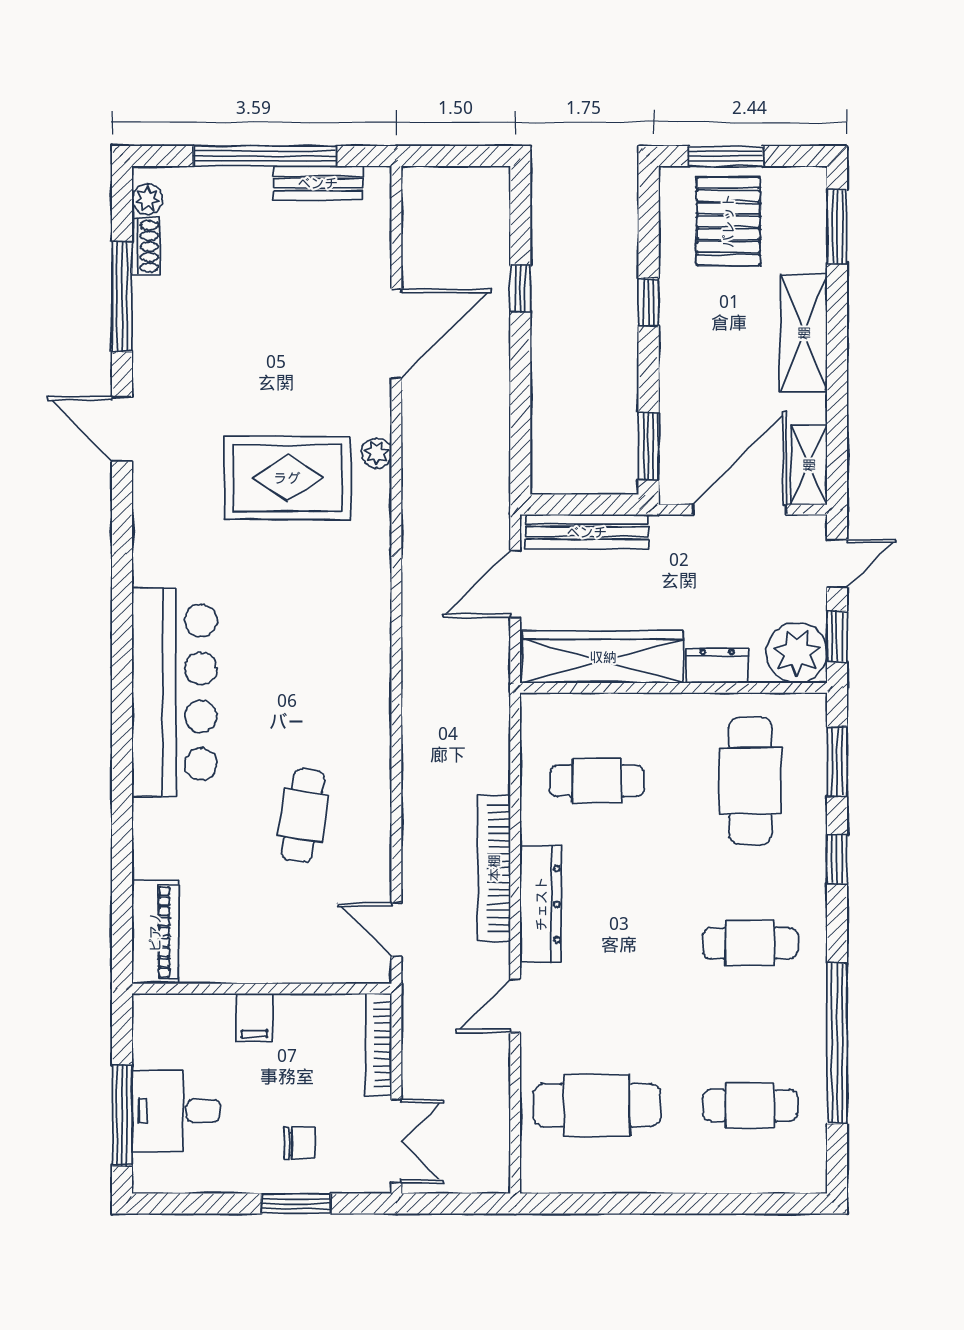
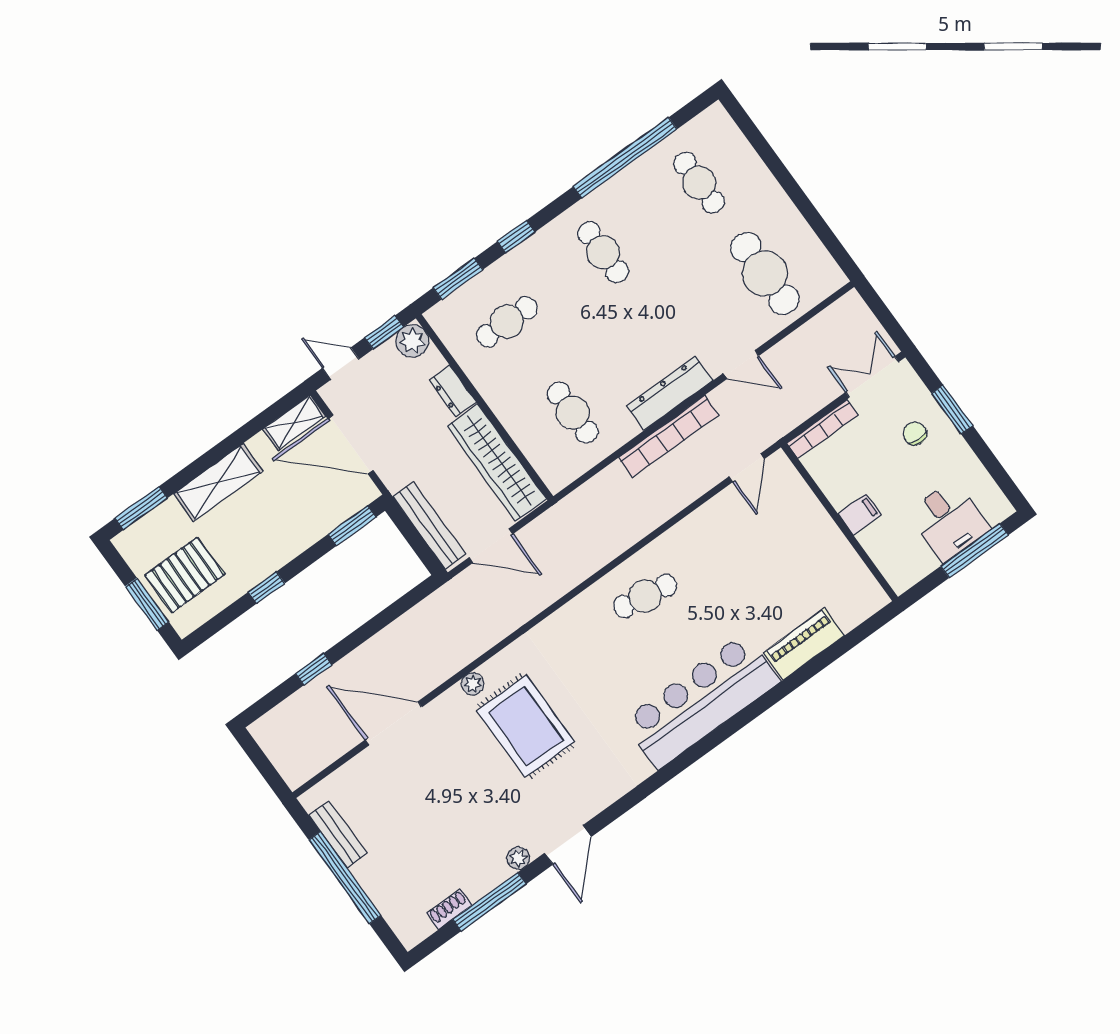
plant: (147, 199) -> (518, 858), moved
plant: (797, 653) -> (412, 341), width x0.73, depth x0.73
cafe table: (750, 781) -> (507, 322), width x0.73, depth x0.74
cafe table: (303, 815) -> (645, 596), moved
piano: (155, 932) -> (804, 644), moved

